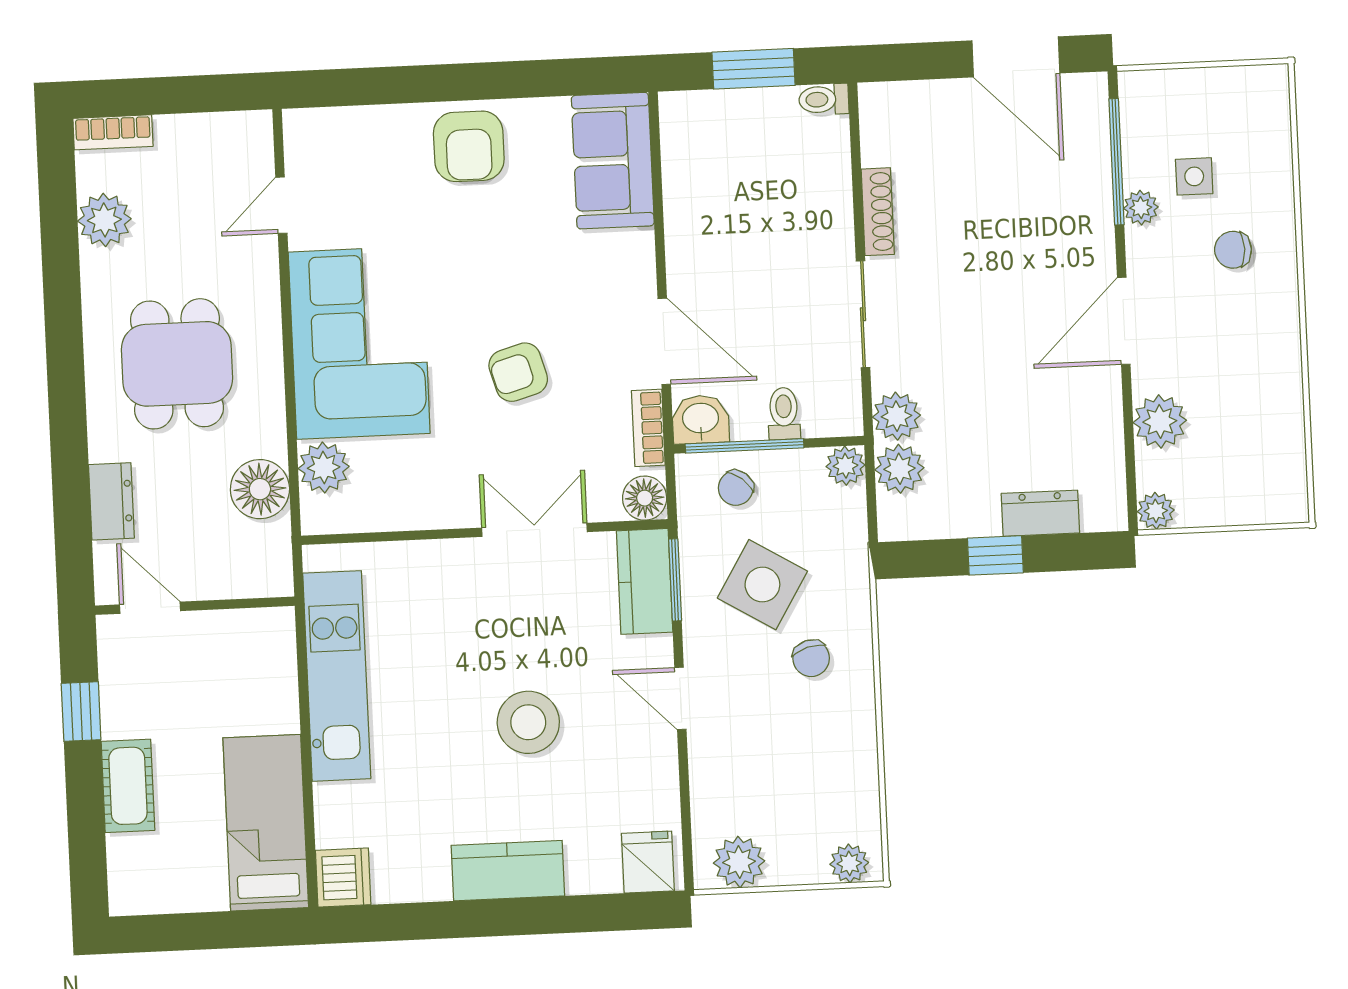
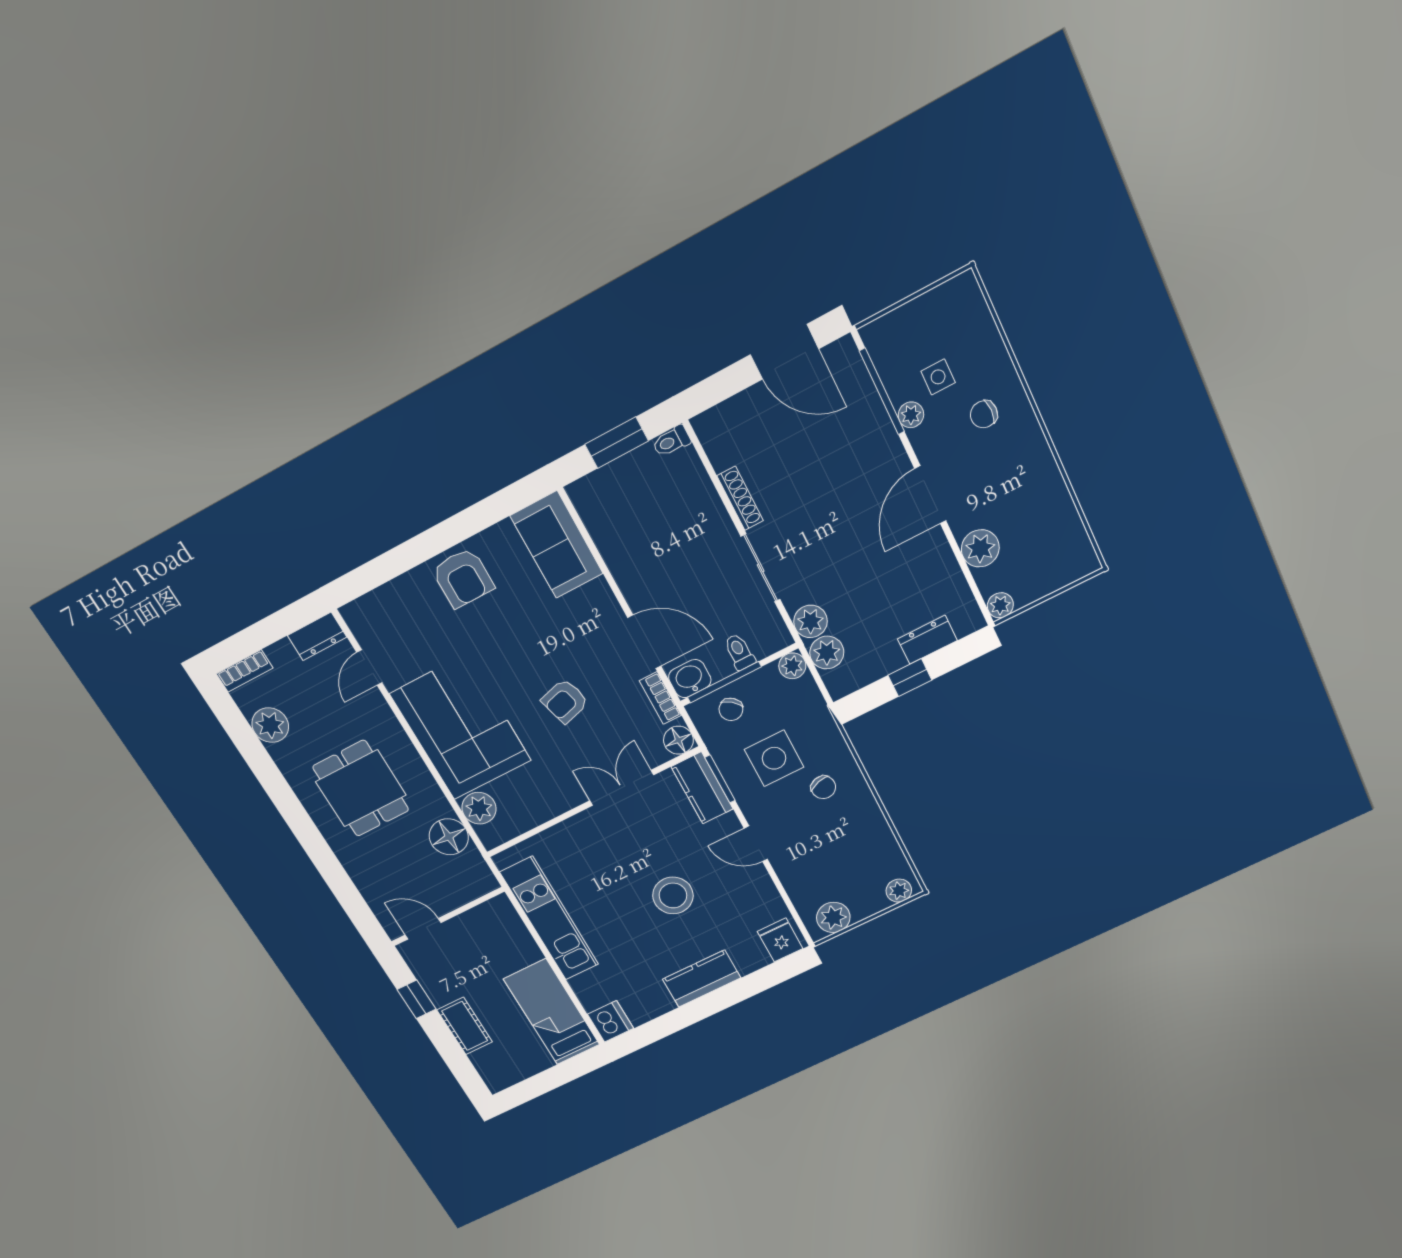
dresser: (111, 501) -> (317, 636), moved, turned 90
side table: (762, 585) -> (774, 758), turned -31

